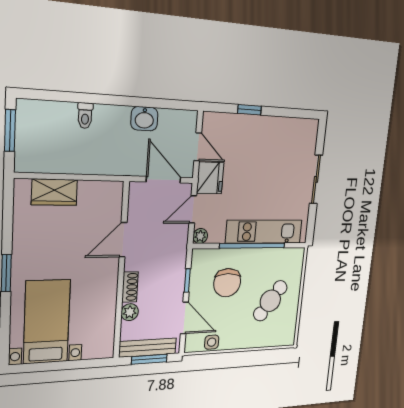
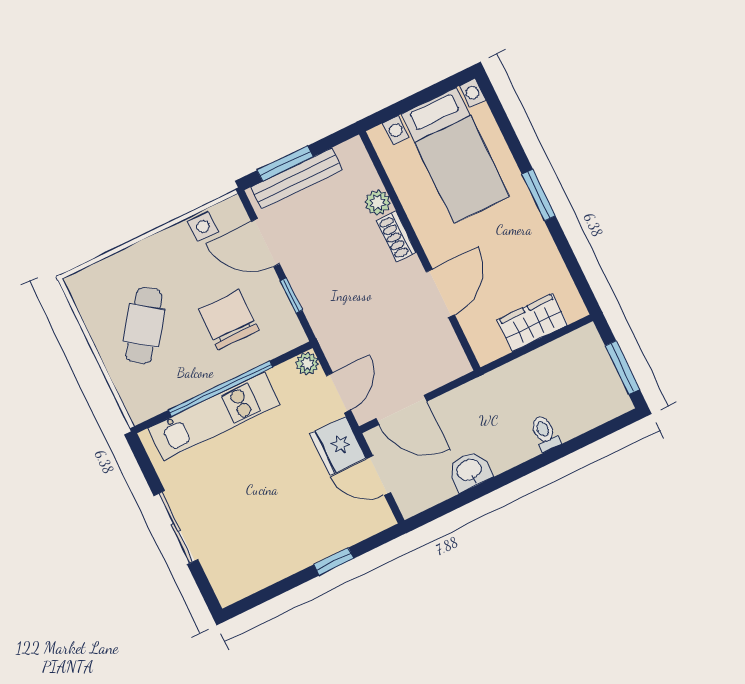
door: (123, 240) -> (440, 293), moved
wall: (121, 272) -> (420, 251), moved
shoe rack: (130, 287) -> (396, 236), moved
plant: (130, 312) -> (378, 203), moved

